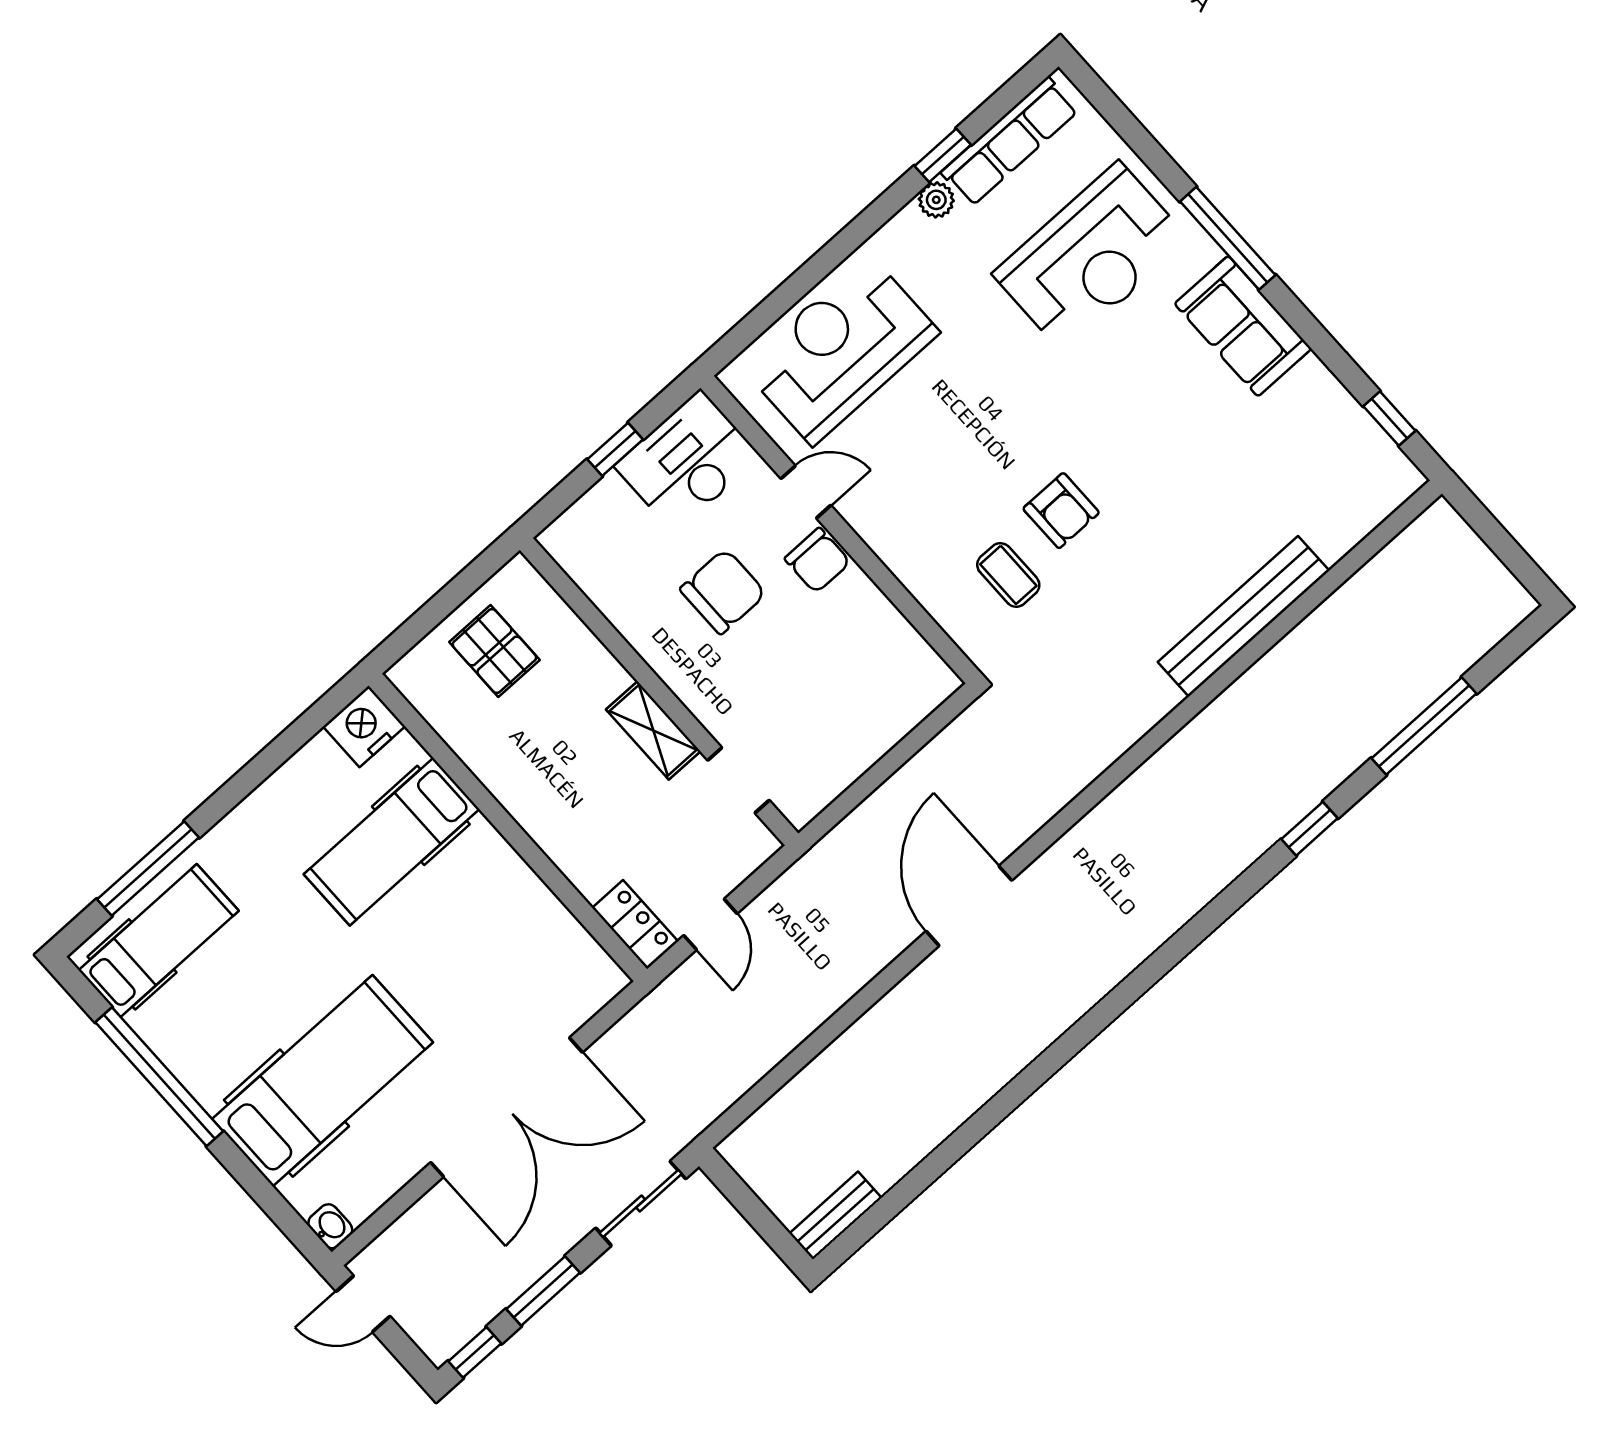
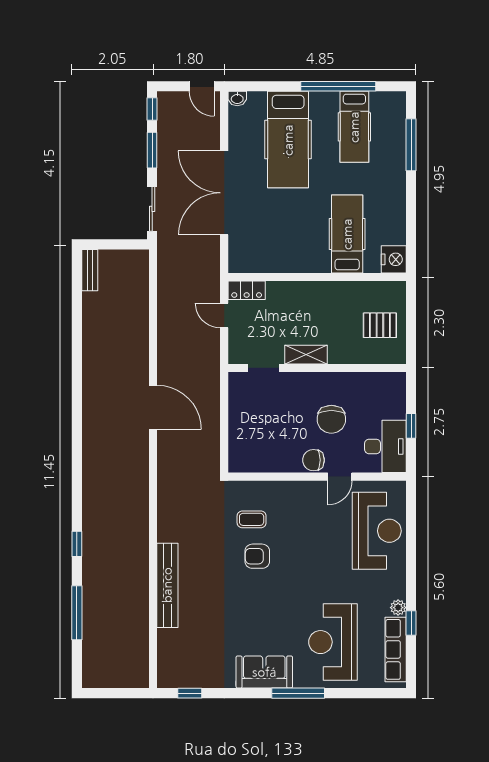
hospital bed: (159, 941) -> (354, 127), moved
door: (363, 1304) -> (202, 86), swing flipped

